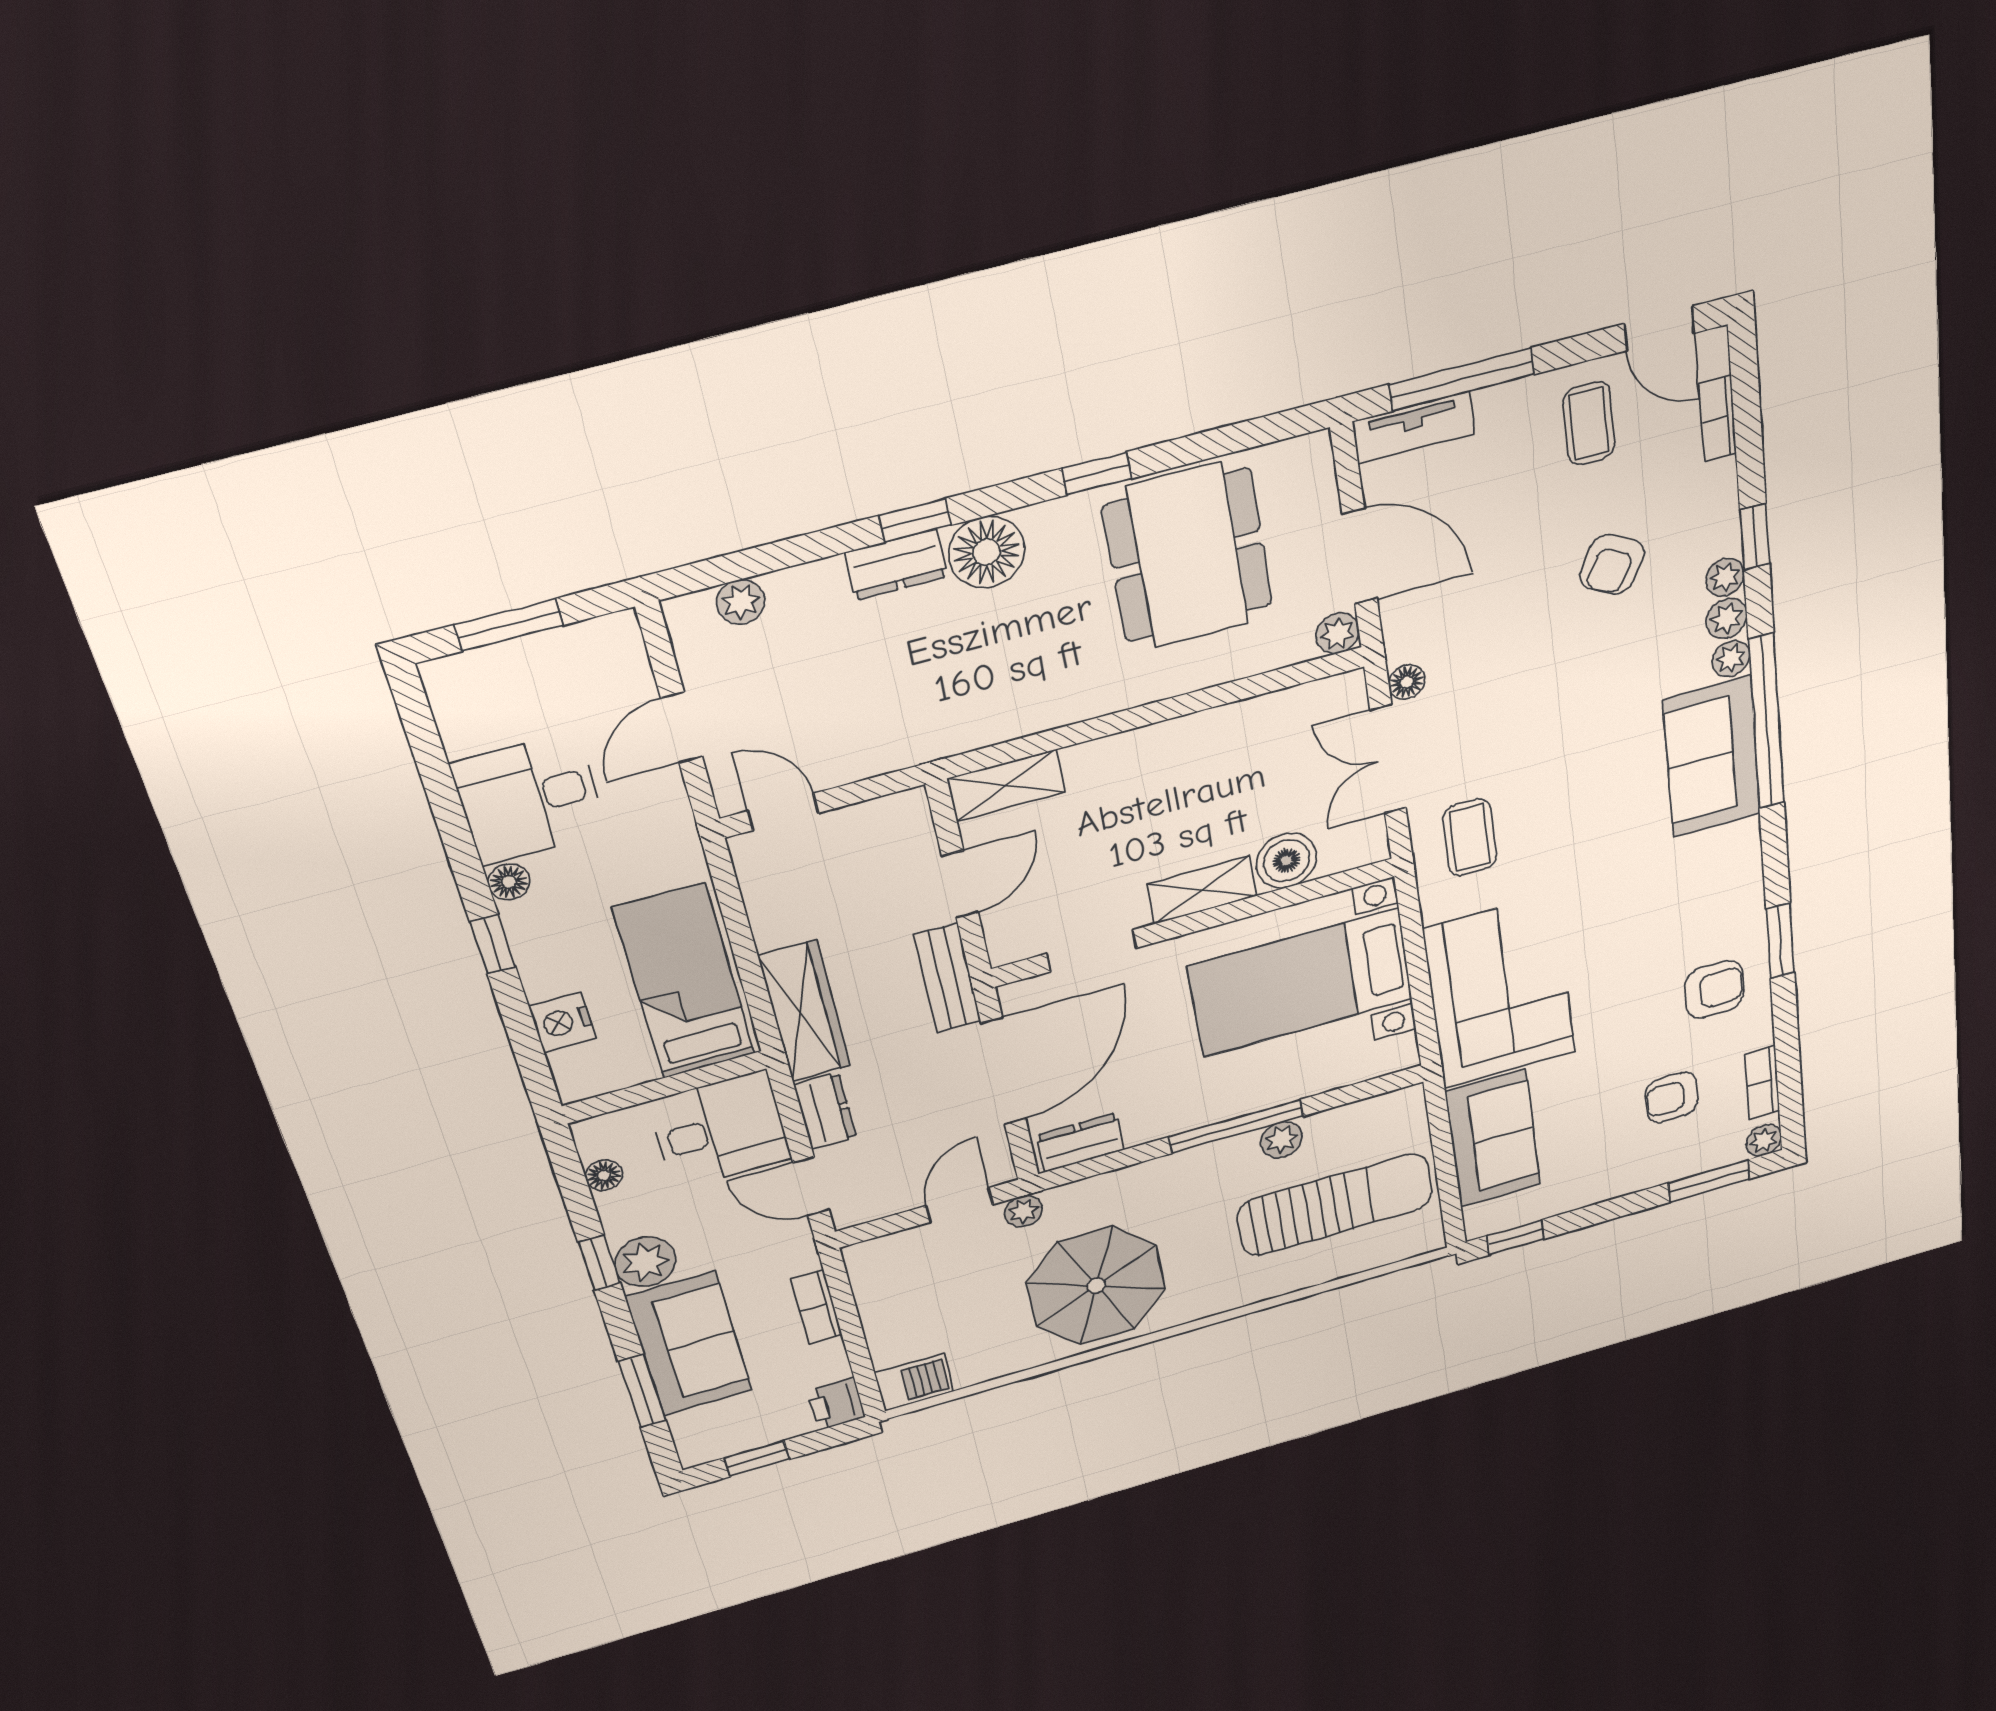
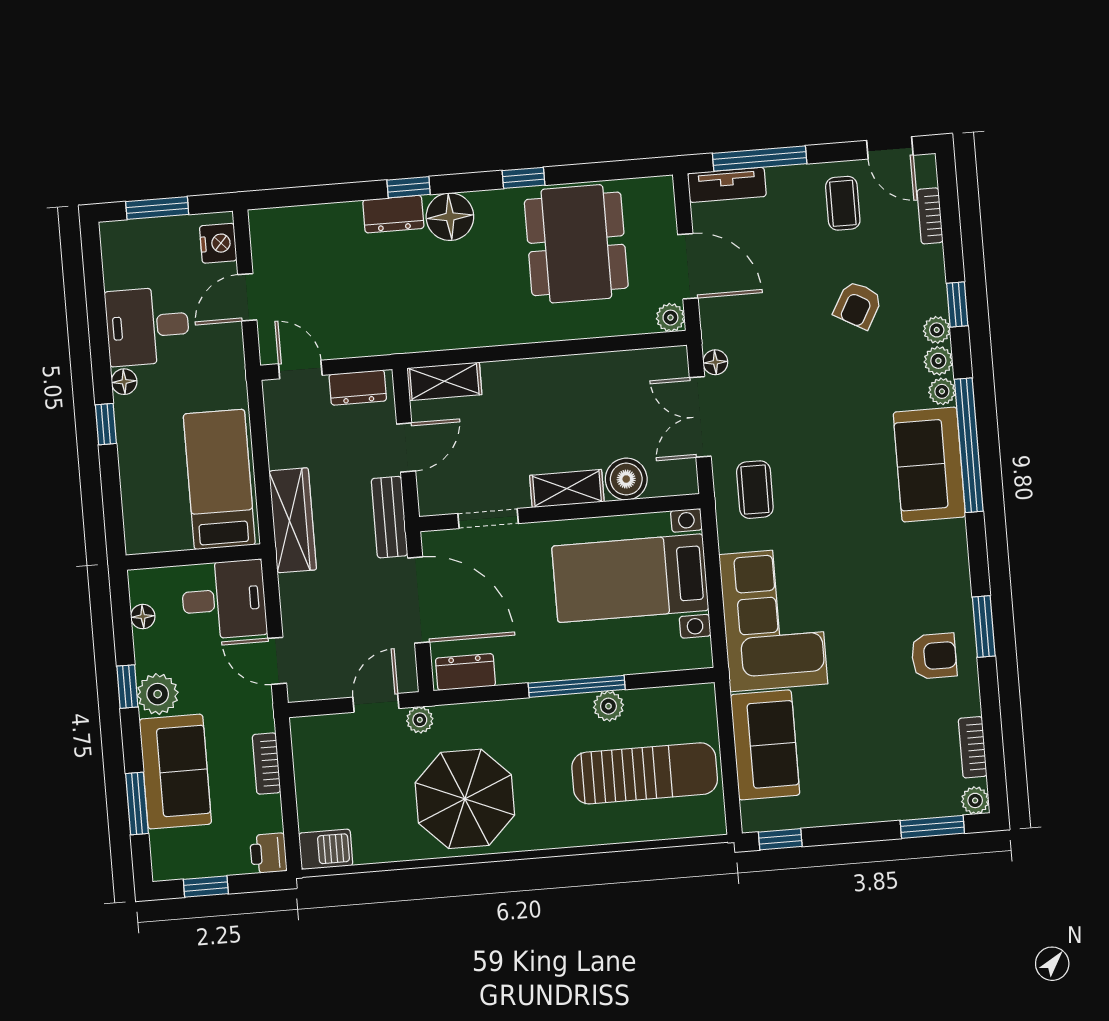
plant: (741, 602) -> (296, 220), removed
nightstand: (562, 1022) -> (218, 243), moved, turned 180
door: (1004, 1071) -> (419, 600), hinge flipped
armchair: (1671, 1097) -> (902, 743), removed
dresser: (825, 1111) -> (358, 388), moved, turned 90

